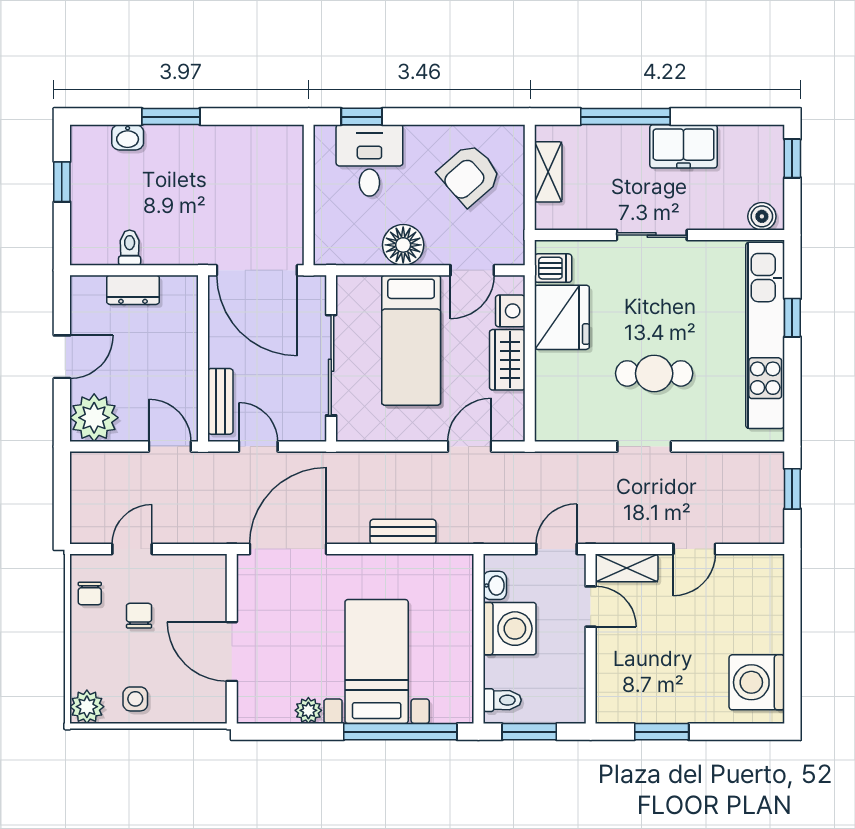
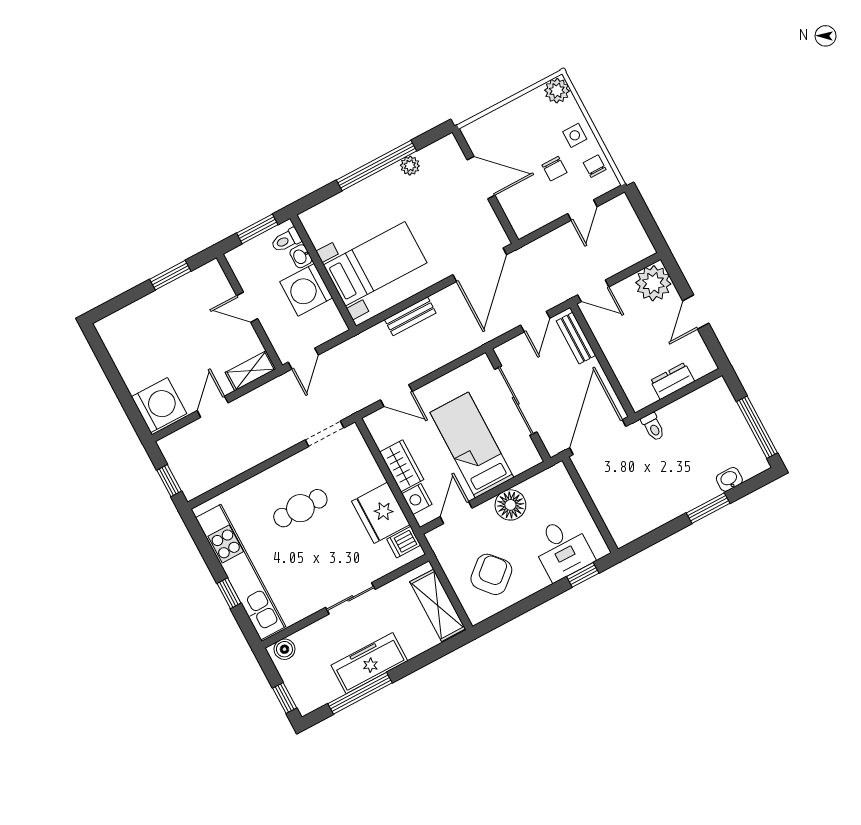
window: (625, 117) -> (360, 693), moved
freezer: (684, 146) -> (369, 663), width x1.40
shelving: (548, 172) -> (438, 605), width x1.50, depth x1.33
window: (62, 182) -> (757, 427), width x2.17
toilet: (130, 248) -> (653, 427), moved
door: (257, 270) -> (598, 437), hinge flipped
door: (258, 447) -> (535, 322), hinge flipped
door: (470, 447) -> (396, 396), hinge flipped
doorway: (644, 447) -> (324, 434), moved
washbasin: (495, 585) -> (301, 256), moved
door: (591, 607) -> (247, 307), moved
bed with nightstands: (377, 661) -> (375, 264), moved, turned -90
washing machine: (757, 682) -> (159, 405), moved
side table: (135, 699) -> (575, 135), moved
window: (400, 732) -> (377, 166), moved

